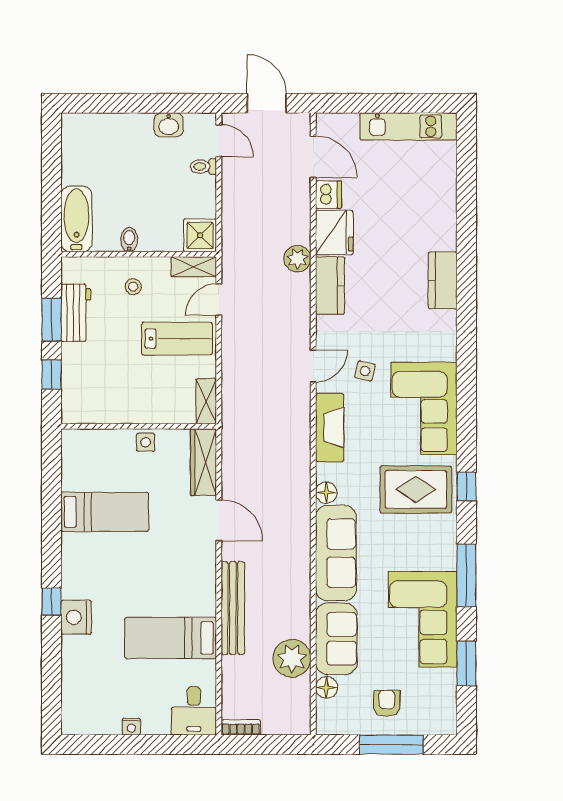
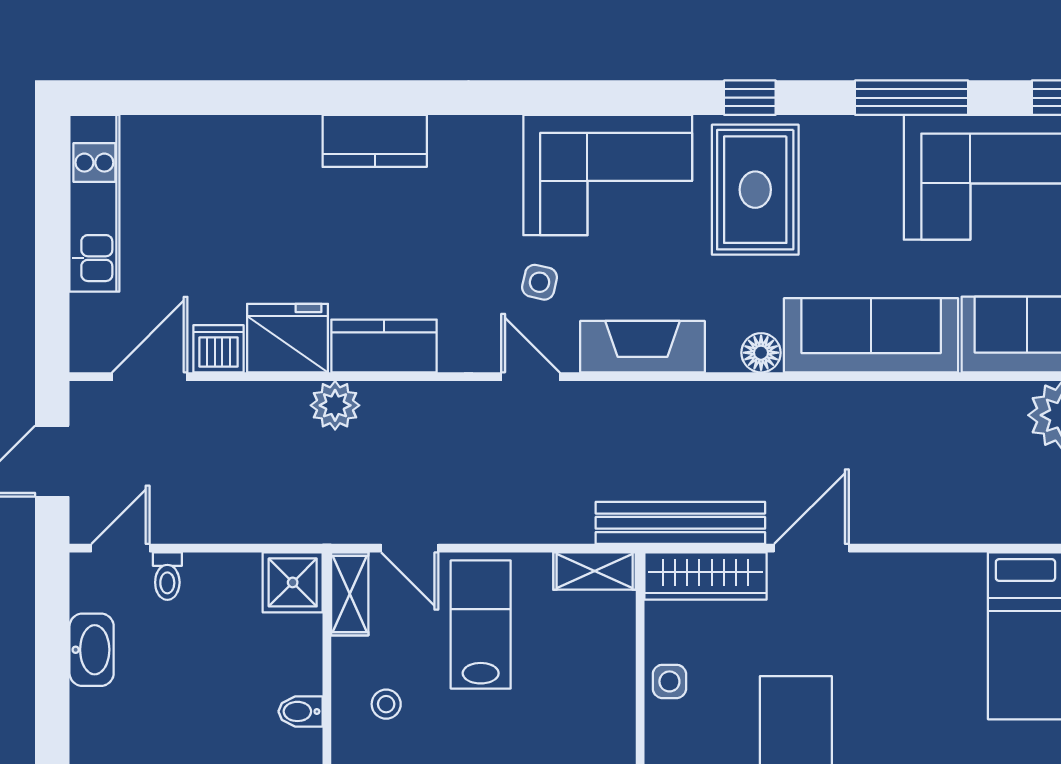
washbasin: (169, 125) -> (92, 650), width x1.38
bench: (233, 608) -> (680, 523), moved

